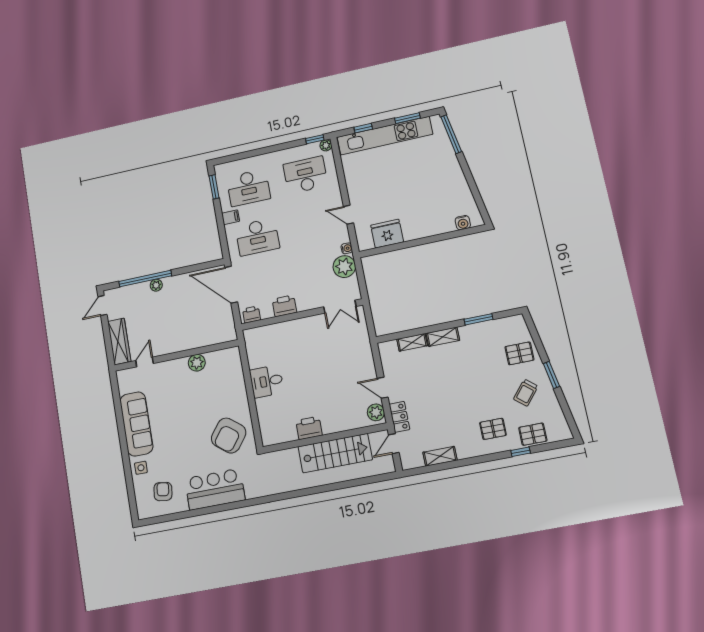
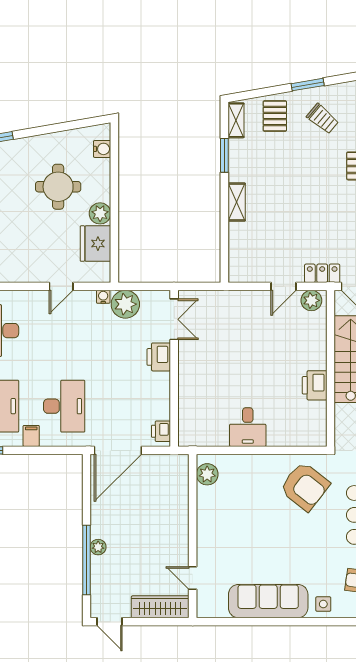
round table: (426, 195) -> (58, 187), added
plant: (411, 232) -> (100, 213), added
printer: (284, 306) -> (159, 357), moved
shelving: (412, 342) -> (236, 120), moved
plant: (197, 363) -> (207, 474), moved

